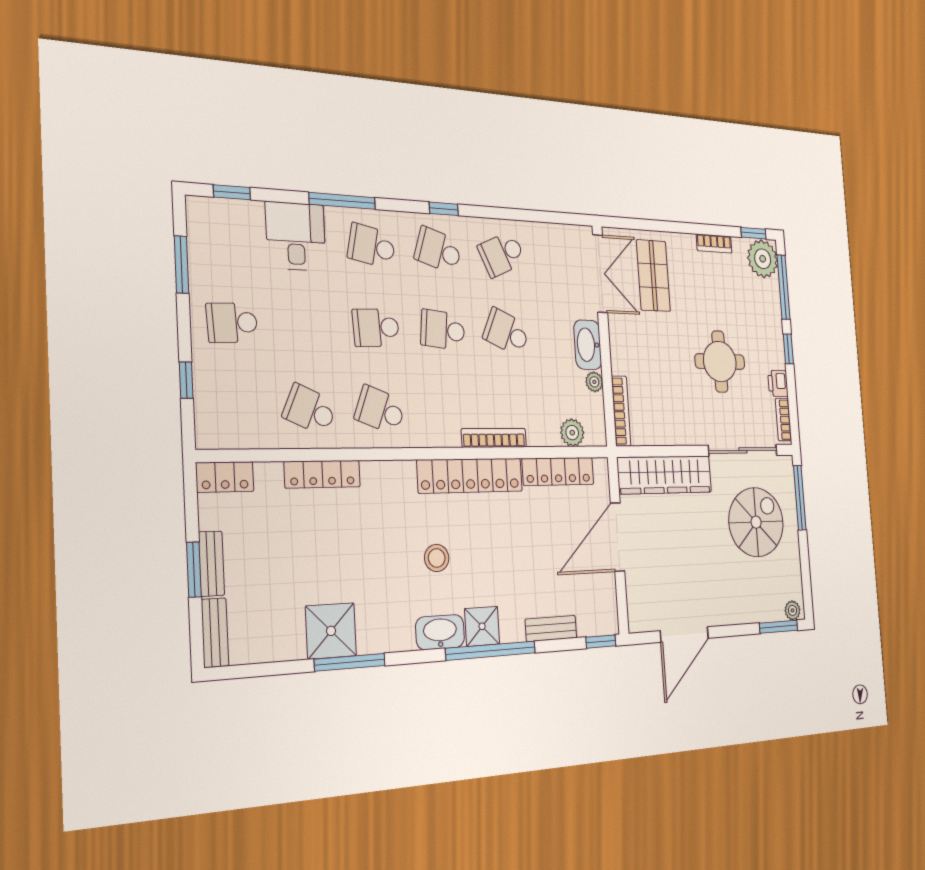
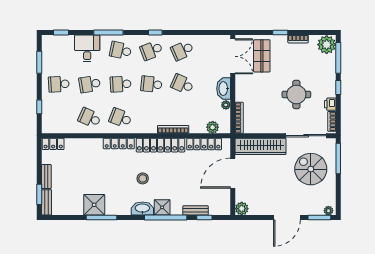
window: (753, 233) -> (280, 33), moved
school desk: (438, 250) -> (151, 50), turned -39
school desk: (306, 325) -> (90, 84), added
locker: (322, 474) -> (119, 143), moved
spiral stairs: (756, 522) -> (311, 169), turned -90
window: (194, 570) -> (39, 194), moved
plant: (640, 617) -> (242, 209), added
door: (684, 635) -> (287, 218), moved
window: (601, 641) -> (204, 218), moved

